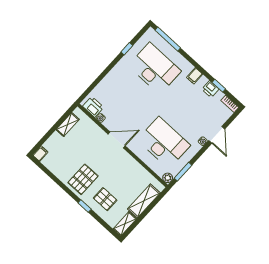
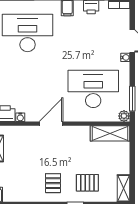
pallet: (83, 179) -> (53, 183), width x0.67, depth x0.71
shelving: (144, 201) -> (110, 133), moved, turned 90

